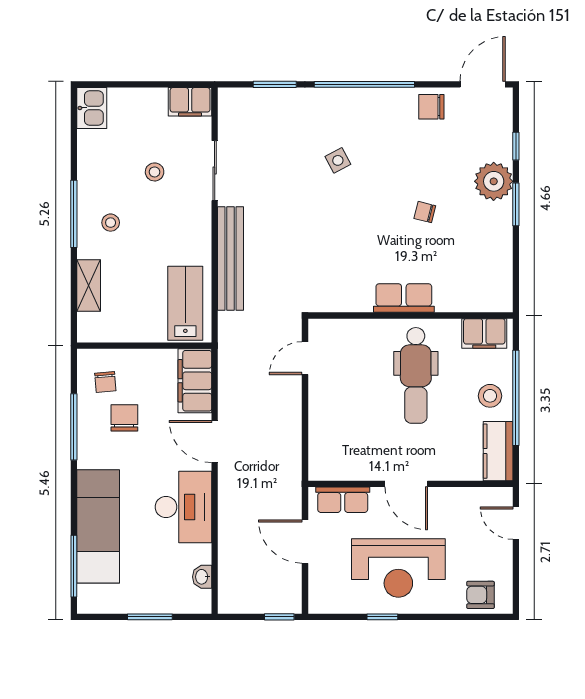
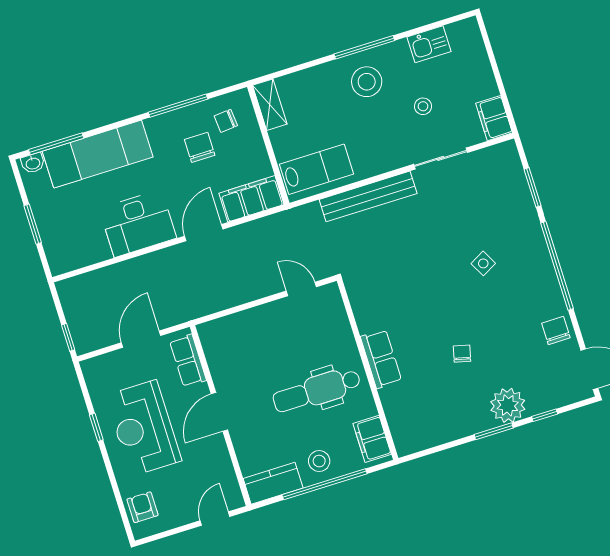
kitchen sink: (92, 108) -> (429, 44), moved
stool: (111, 223) -> (367, 82), width x1.89, depth x1.89
shelving: (89, 286) -> (270, 105), moved, turned 90
chair: (124, 418) -> (200, 147), turned -90
washbasin: (202, 577) -> (33, 163), moved, turned 180

